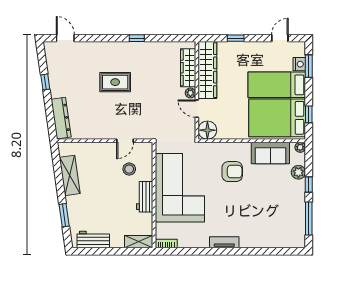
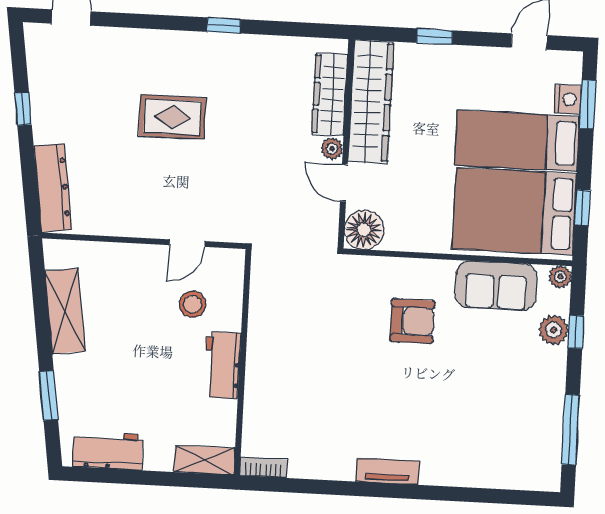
window: (309, 185) -> (576, 332), moved
corner sofa: (180, 188) -> (299, 350), removed

